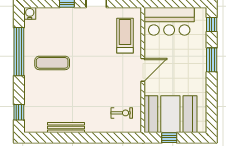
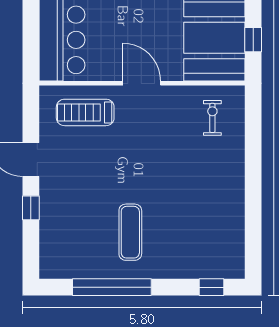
water cooler: (30, 13) -> (49, 269), removed
bench: (66, 127) -> (236, 209), removed

